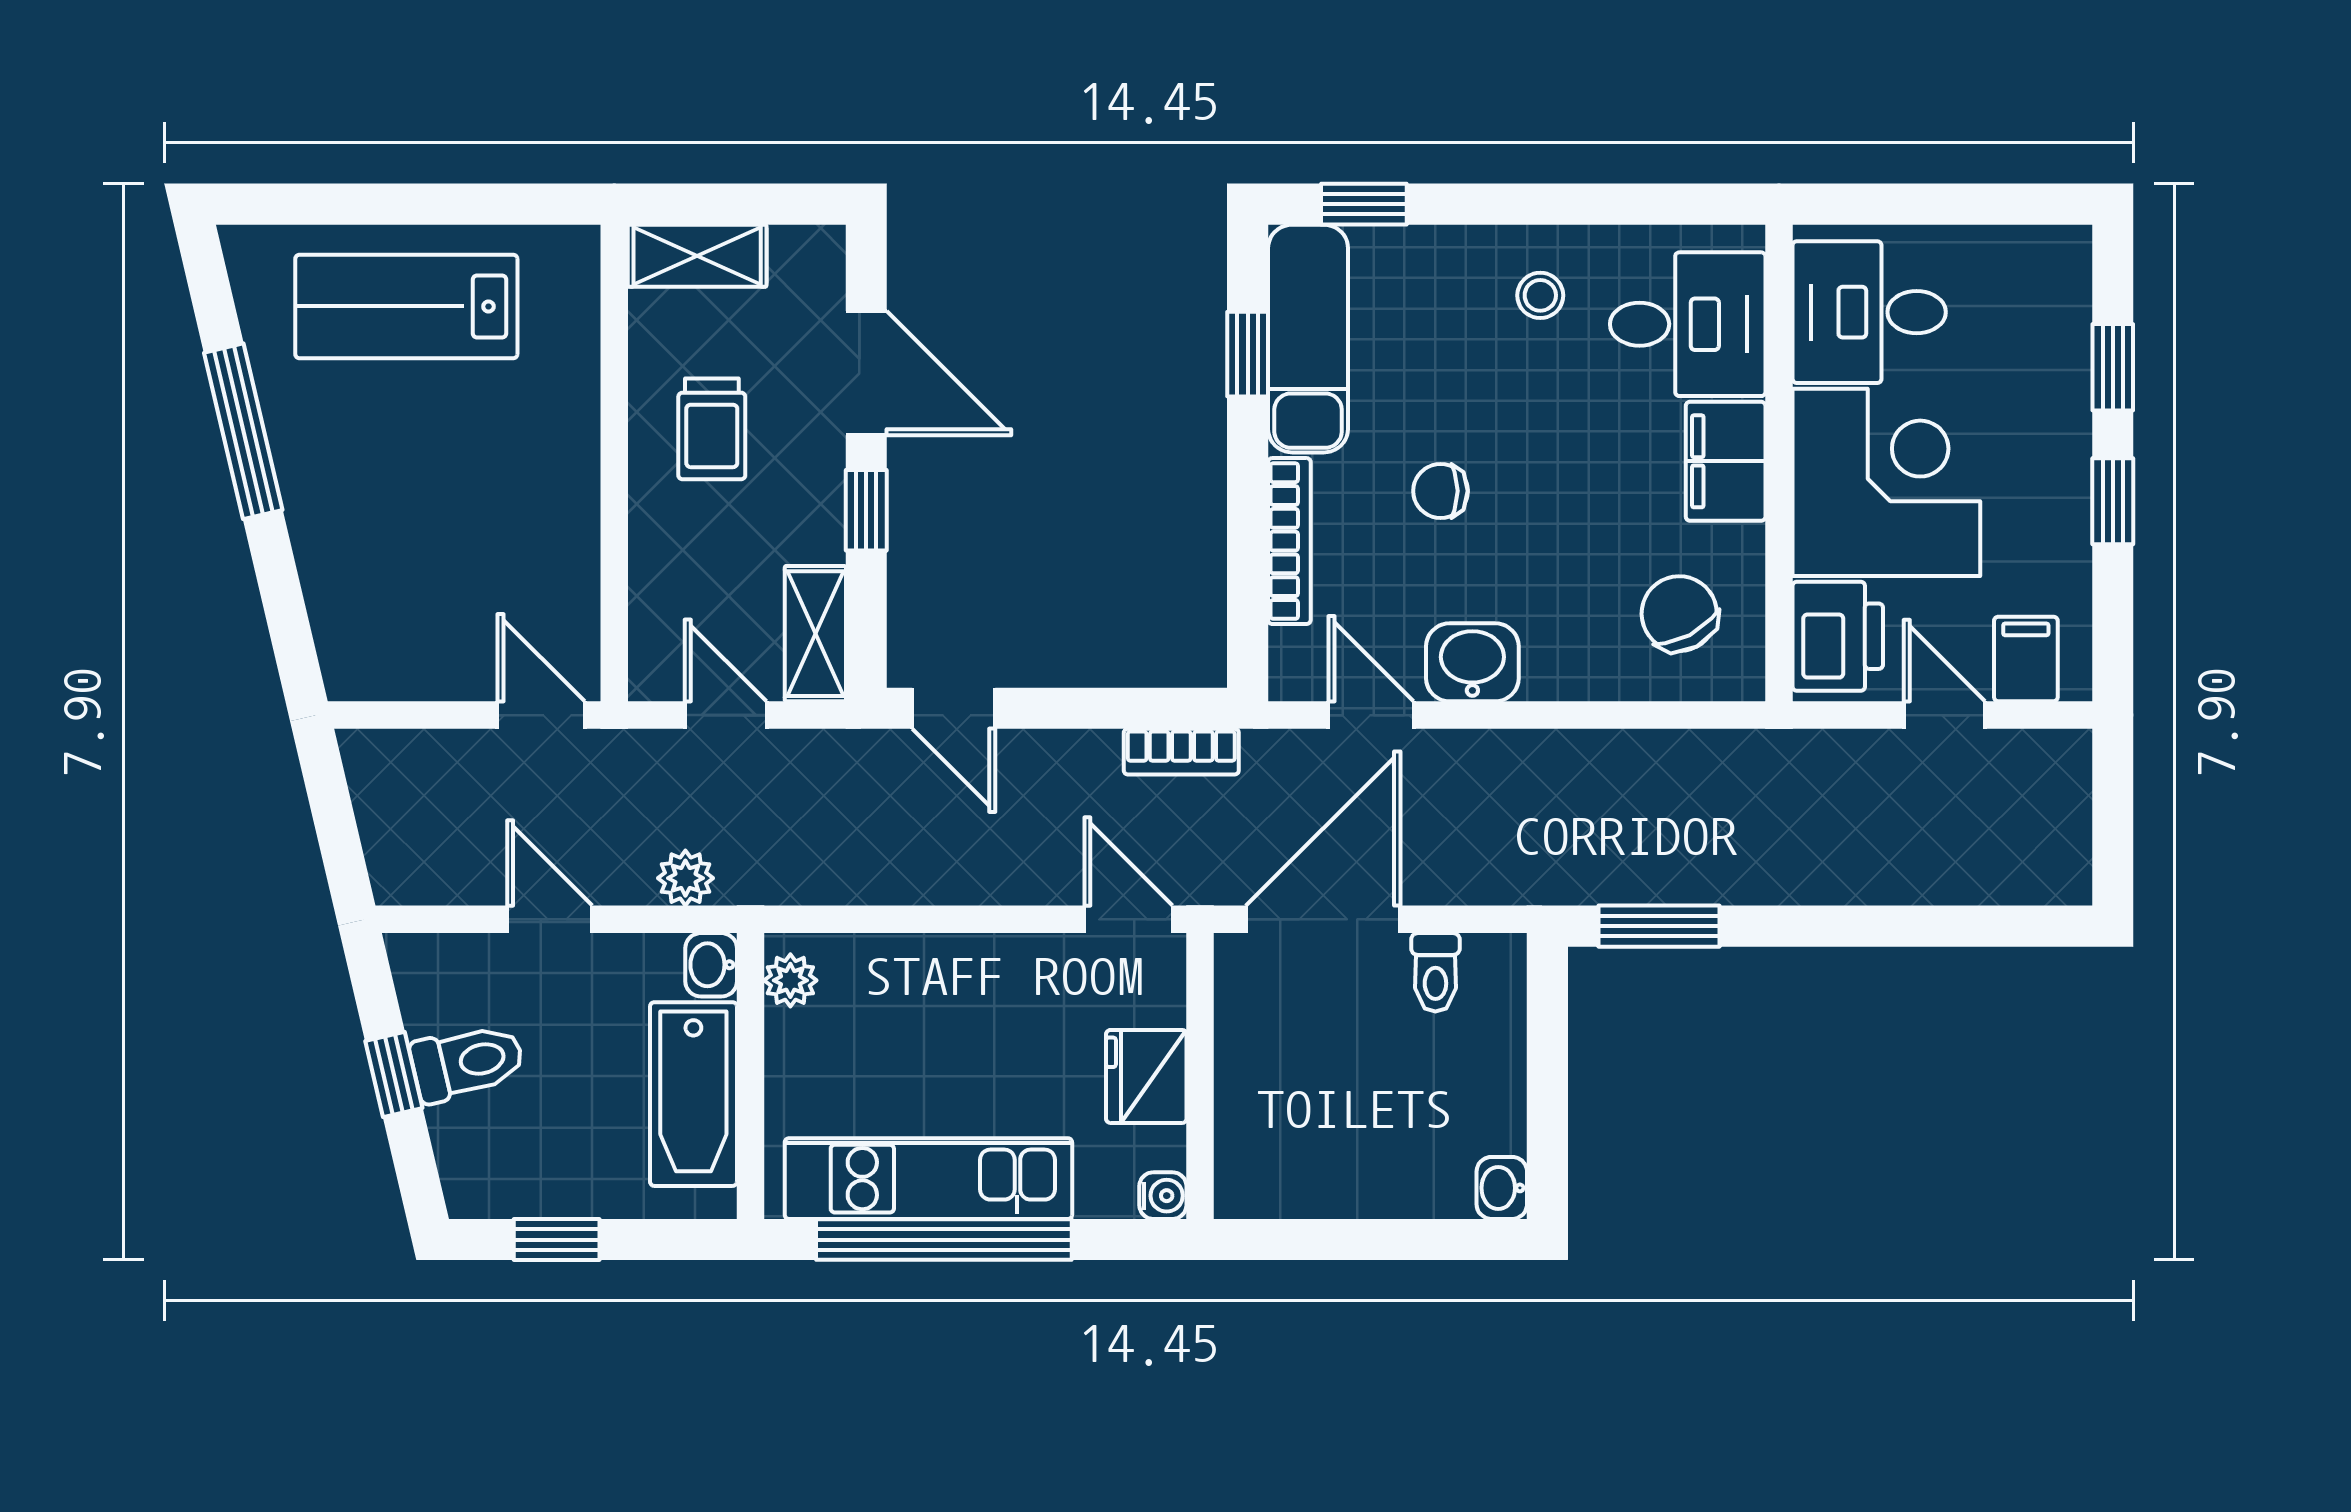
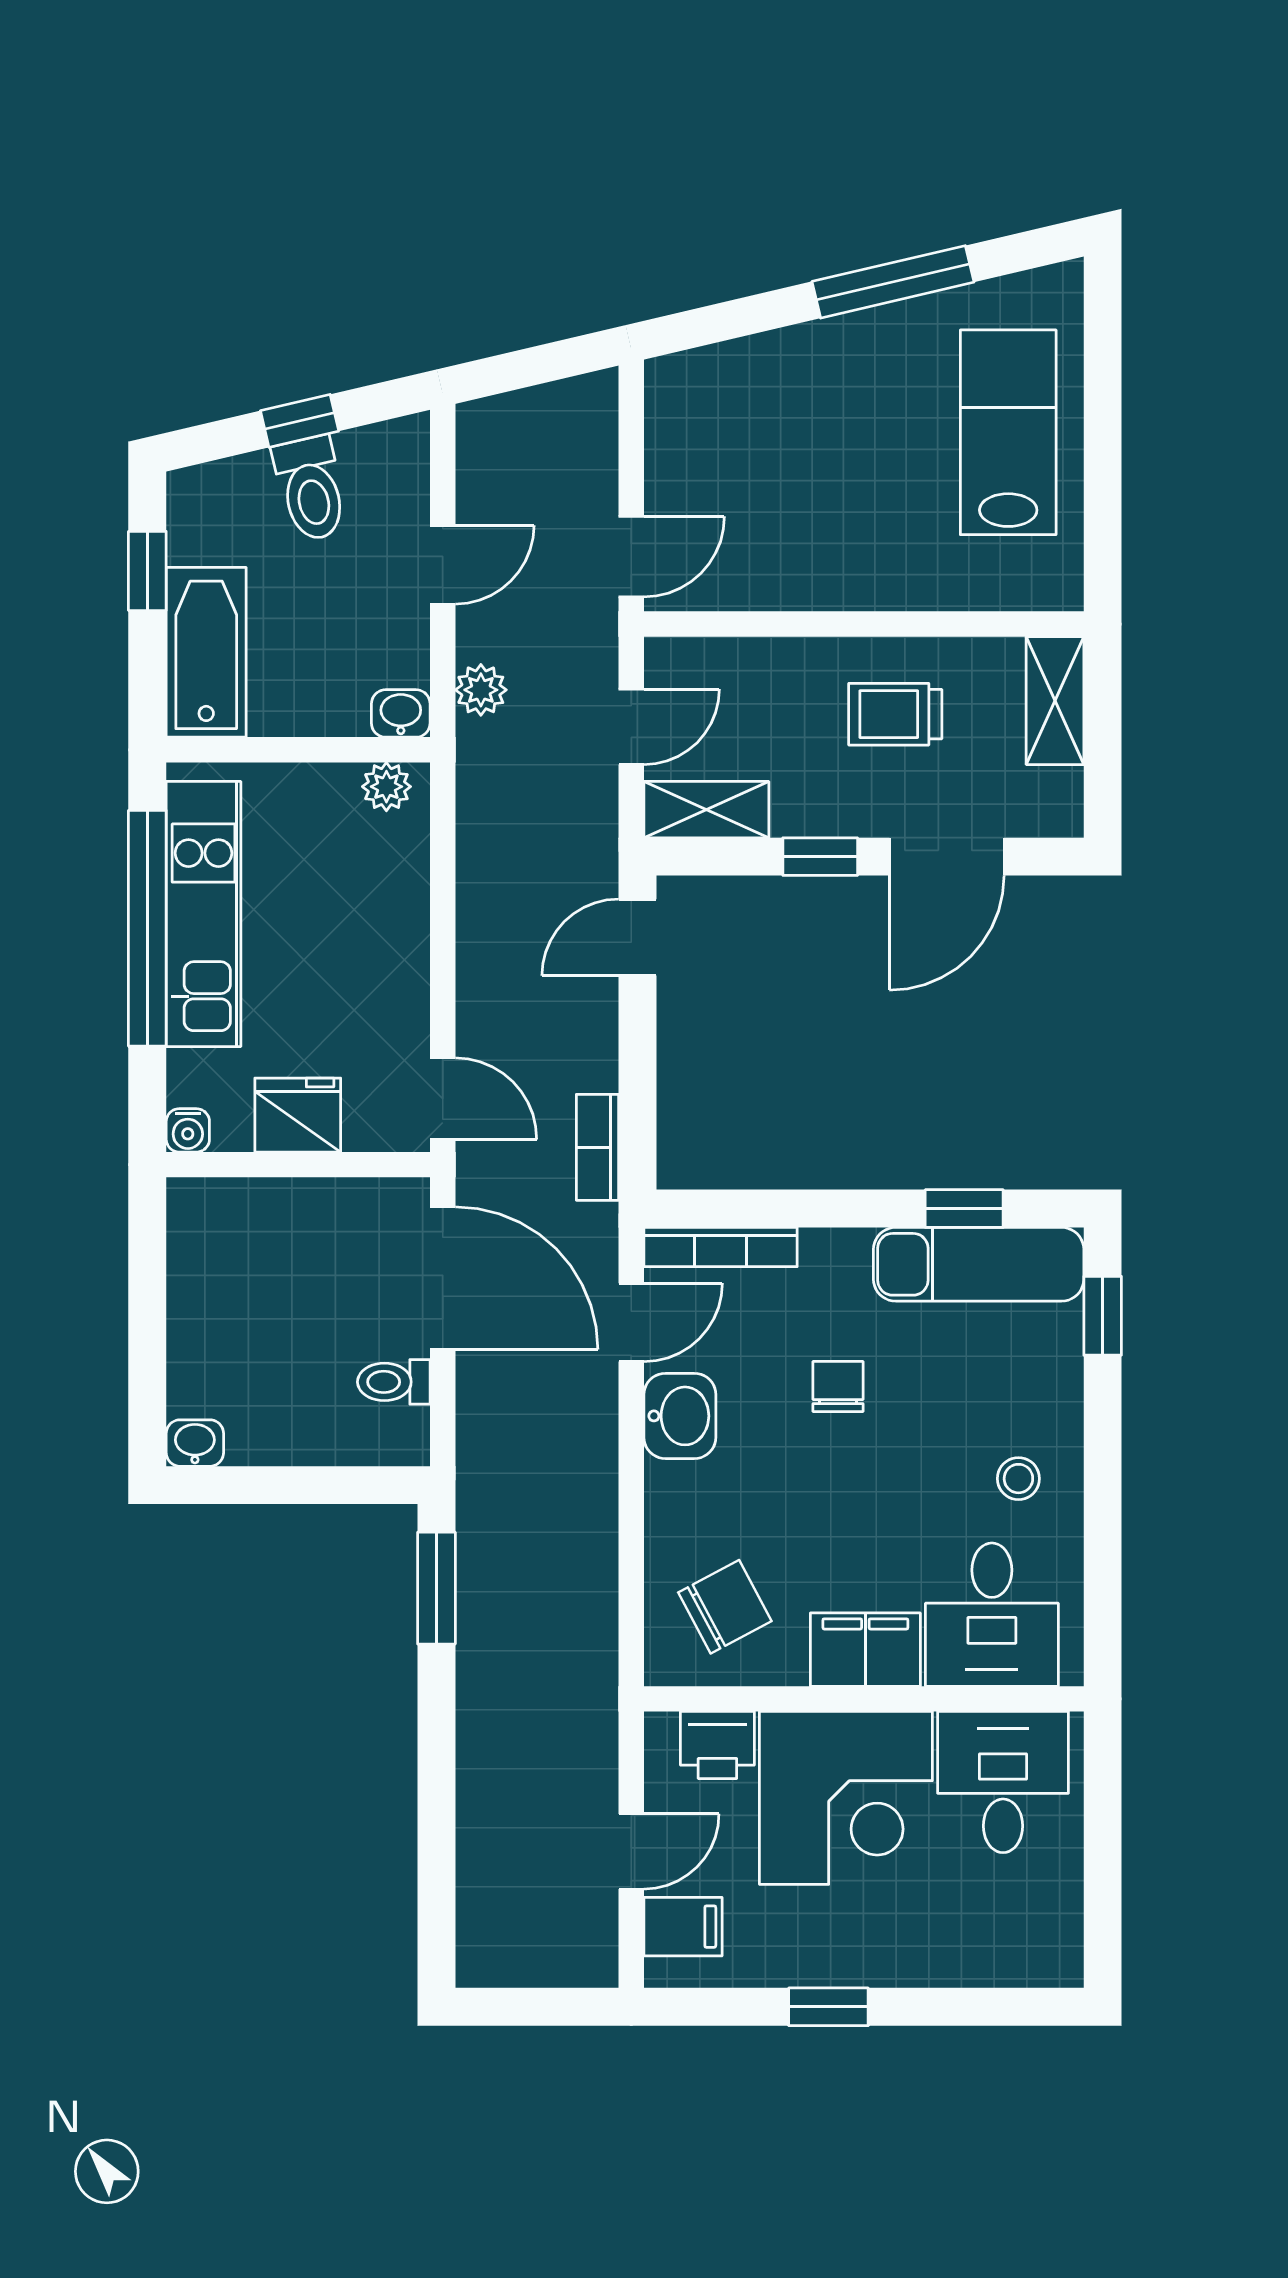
window: (2113, 367) -> (952, 2007), removed
bookcase: (1289, 541) -> (720, 1247), moved
printer: (1838, 636) -> (717, 1745), width x0.73, depth x0.81
door: (1128, 919) -> (443, 1099), hinge flipped
bathtub: (693, 1094) -> (206, 652), moved, turned 90

